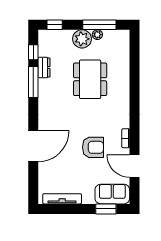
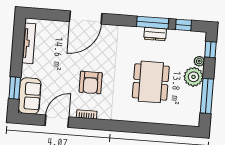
plant: (97, 35) -> (199, 61), moved
dresser: (44, 68) -> (155, 34), moved
dining table: (90, 79) -> (151, 82), turned 90
door: (33, 146) -> (86, 17), hinge flipped
armchair: (93, 147) -> (91, 83), moved

